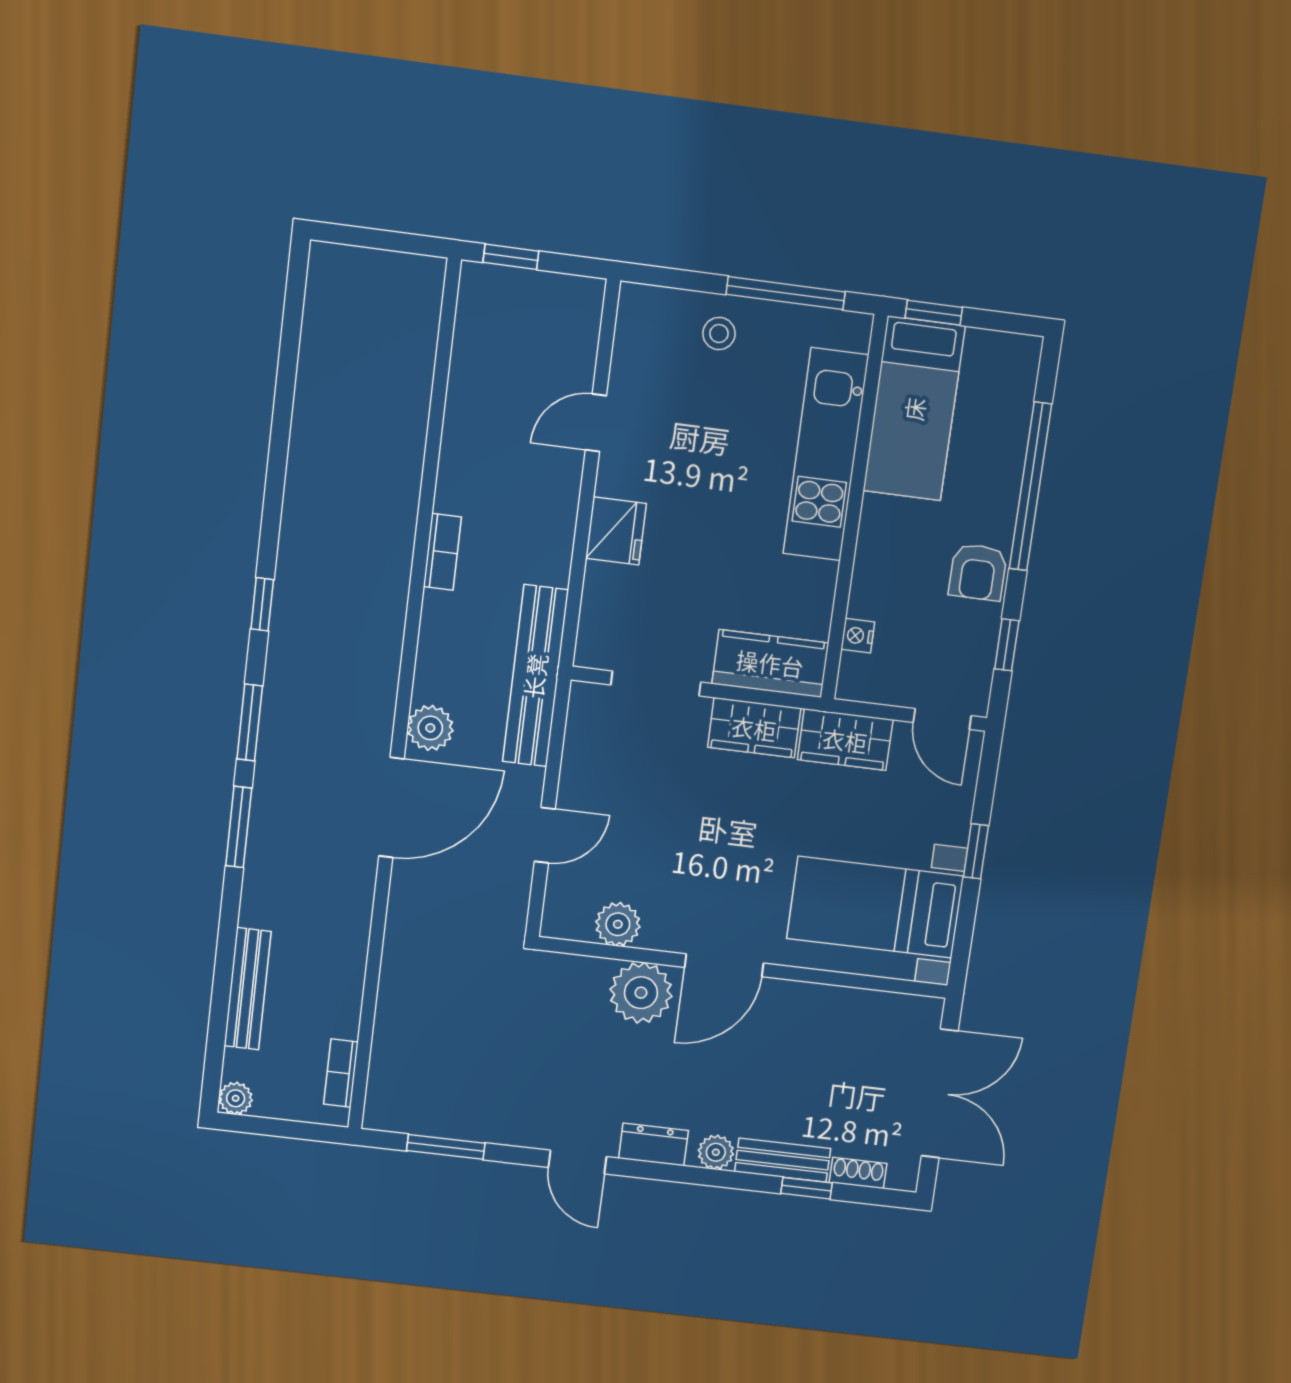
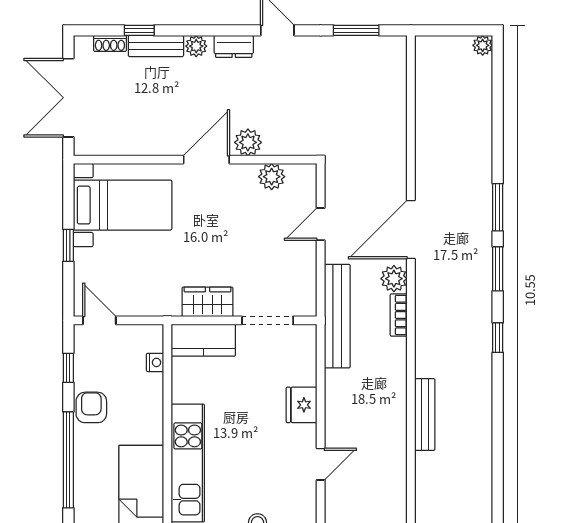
bookcase: (442, 552) -> (399, 315), moved
wardrobe: (845, 740) -> (154, 301), removed
bench: (248, 989) -> (425, 415), moved
plant: (641, 993) -> (248, 142), width x0.73, depth x0.73
bookcase: (341, 1073) -> (423, 68), removed

